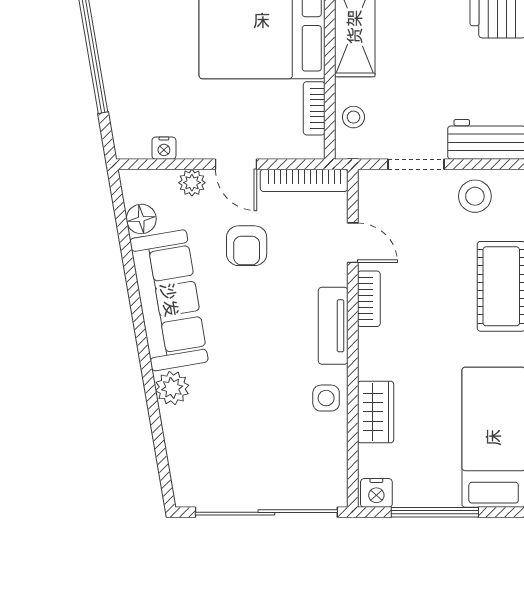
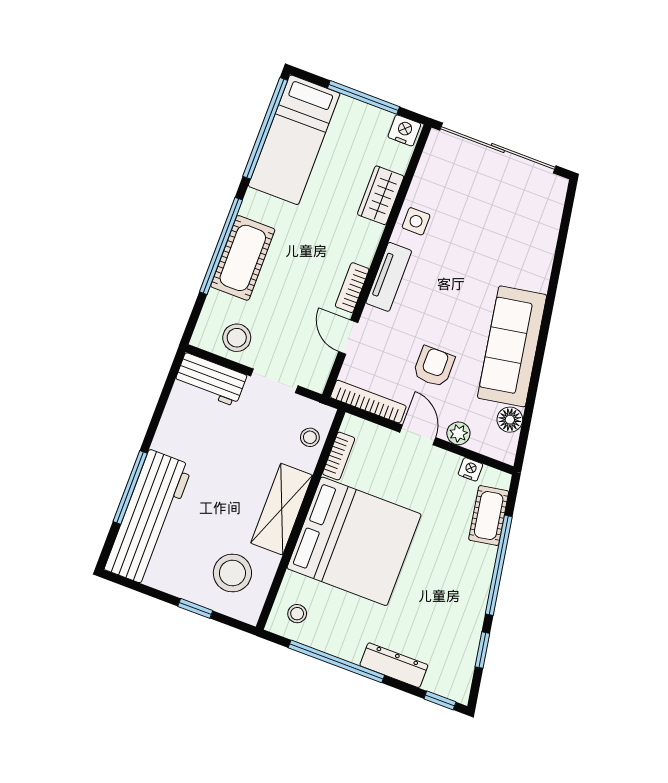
cot: (125, 105) -> (489, 516), added
plant: (172, 388) -> (536, 275), removed

